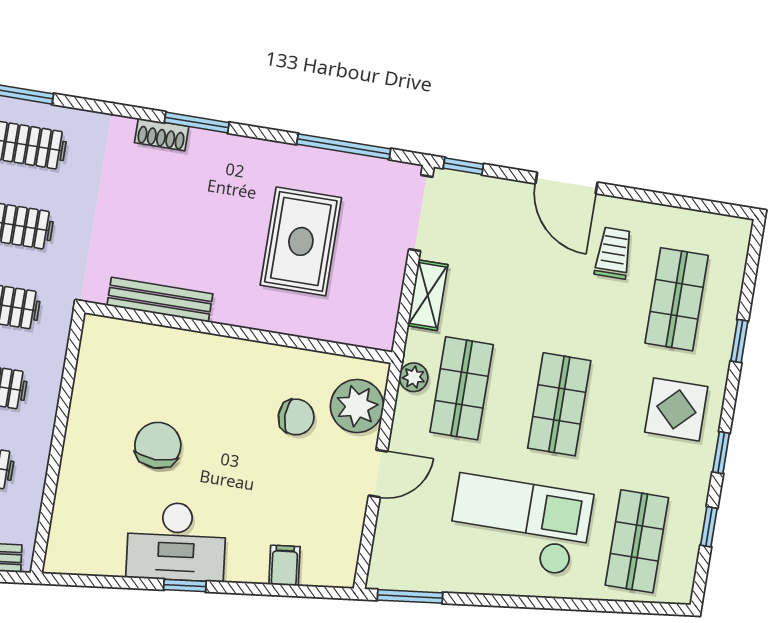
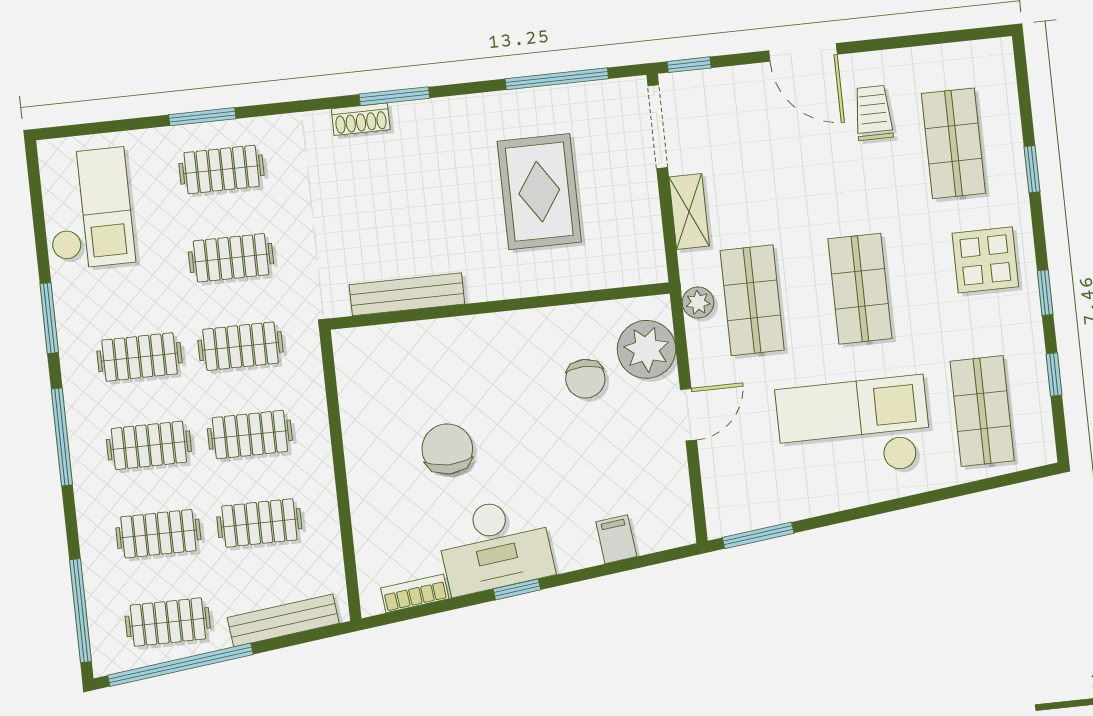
chair: (296, 417) -> (585, 379), turned 90
bookcase: (94, 564) -> (415, 593), added

